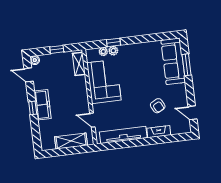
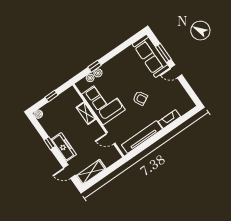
shelving: (79, 64) -> (86, 113), moved
door: (29, 75) -> (69, 172), moved
armchair: (158, 106) -> (140, 98), moved
window: (33, 108) -> (50, 143), moved
door: (192, 113) -> (176, 71), moved
shelving: (71, 141) -> (91, 172), moved

